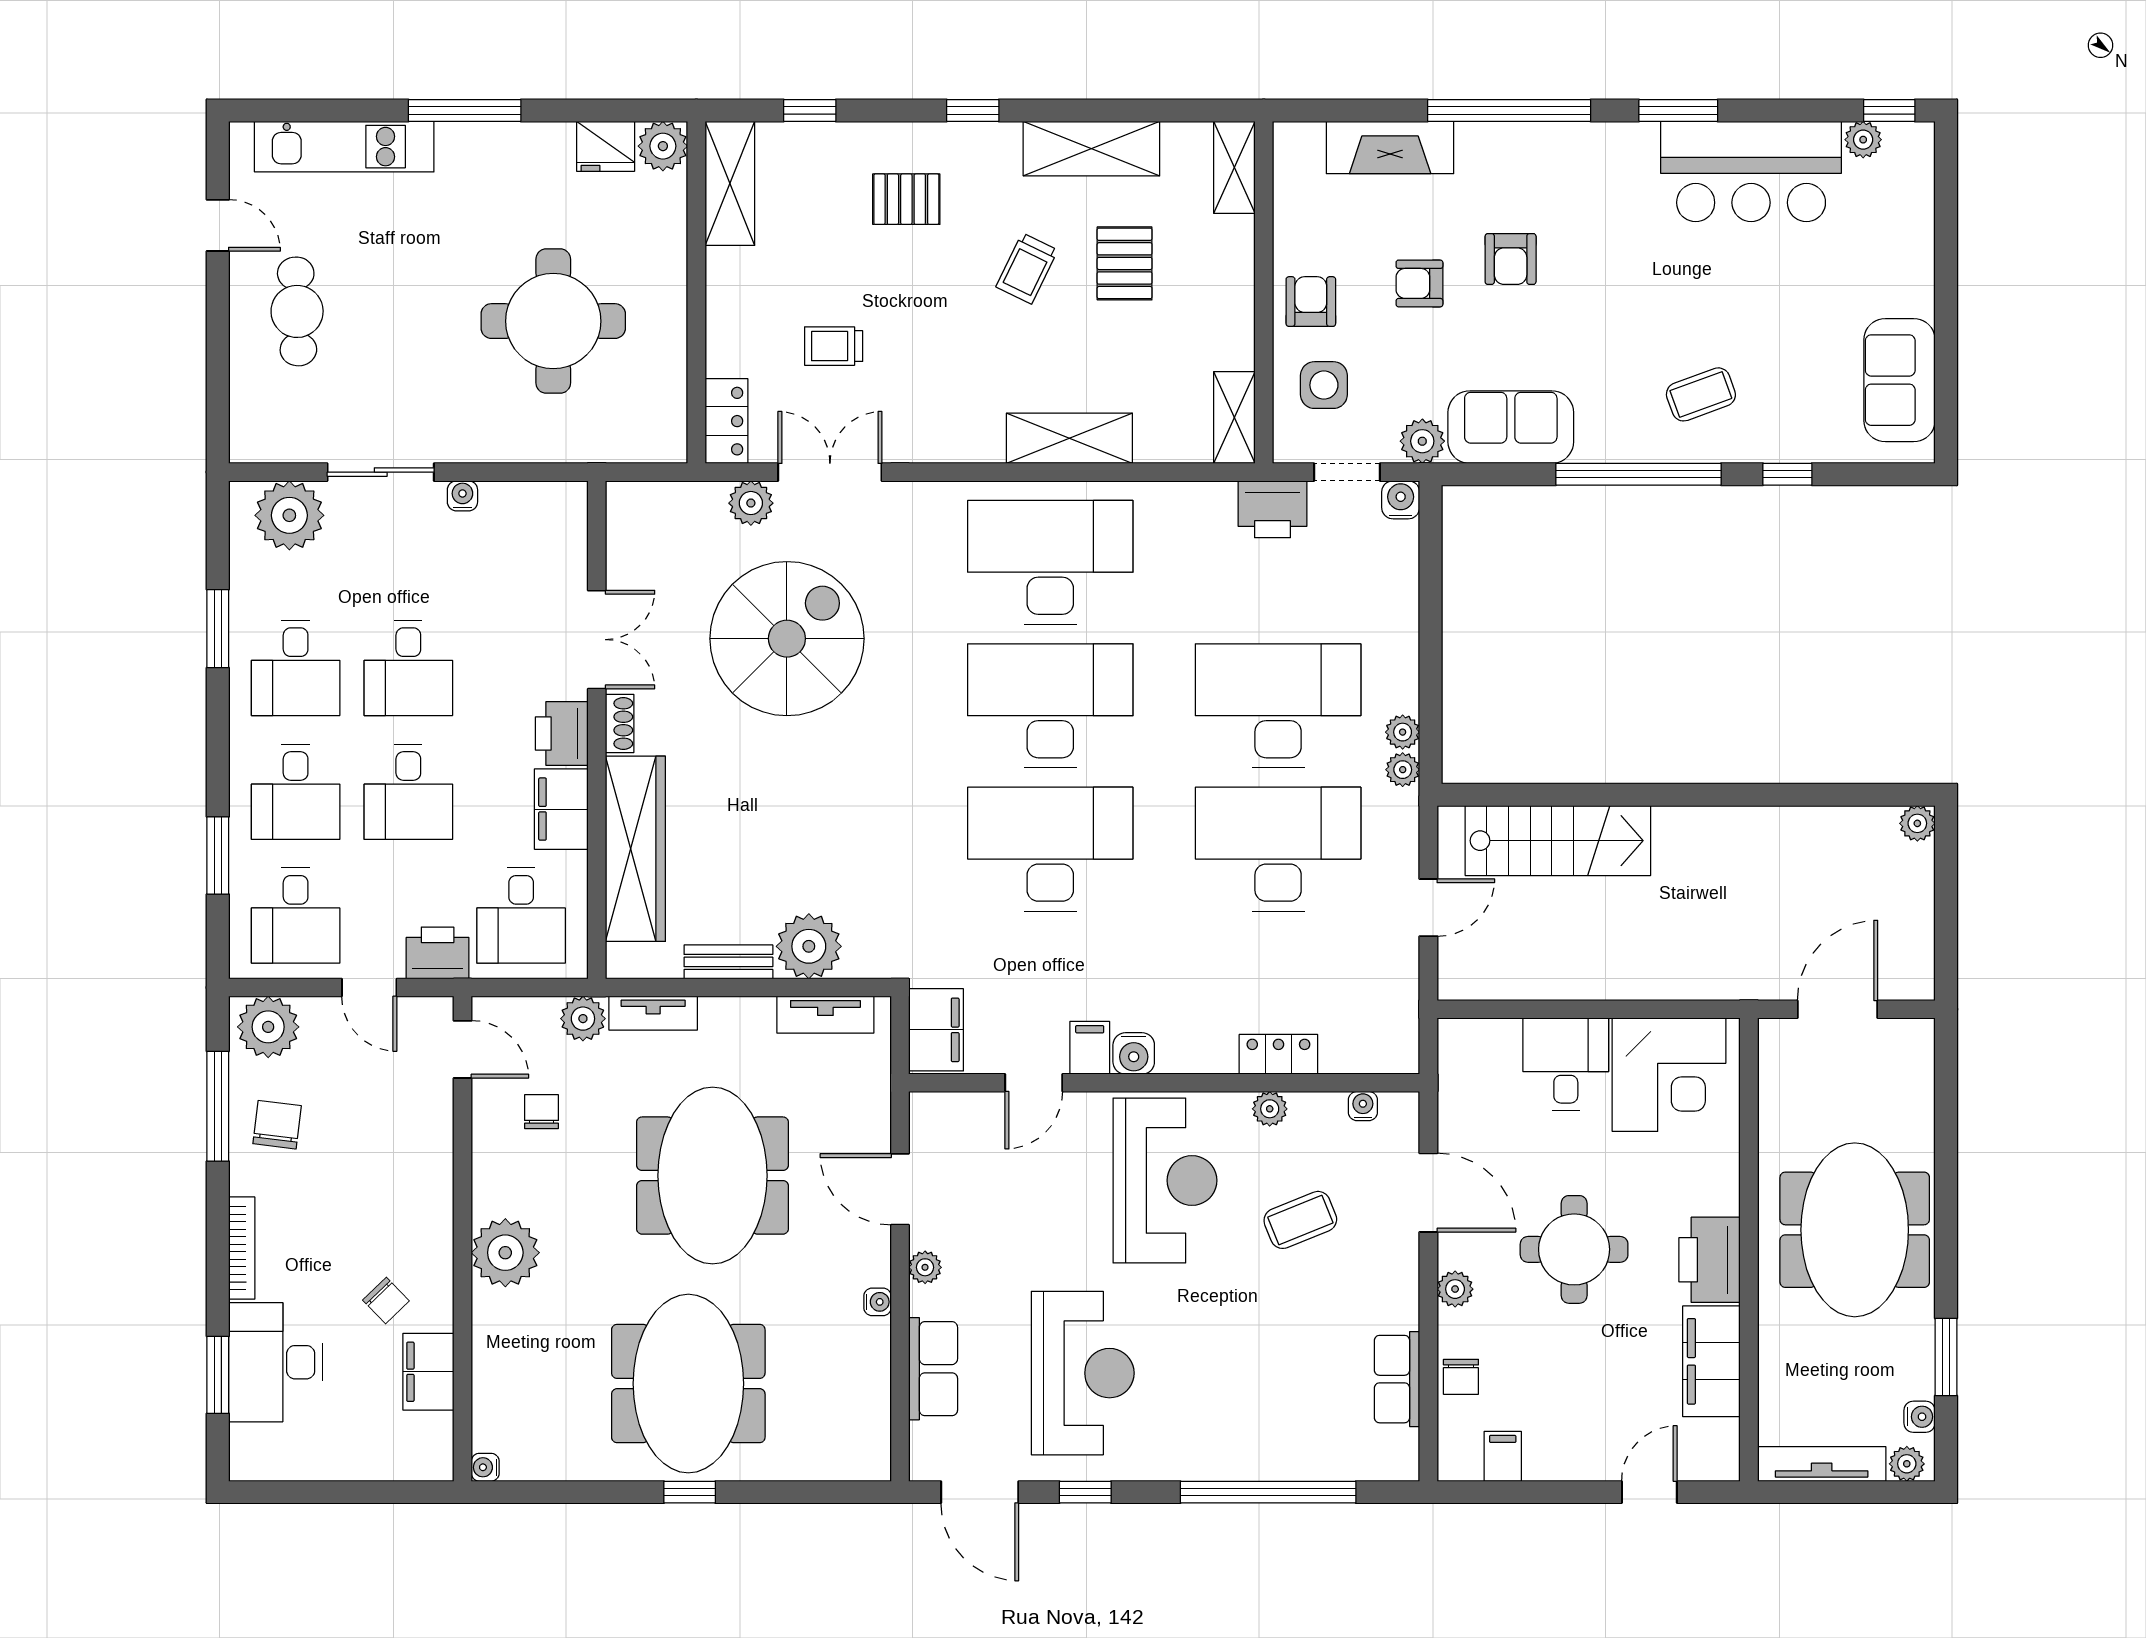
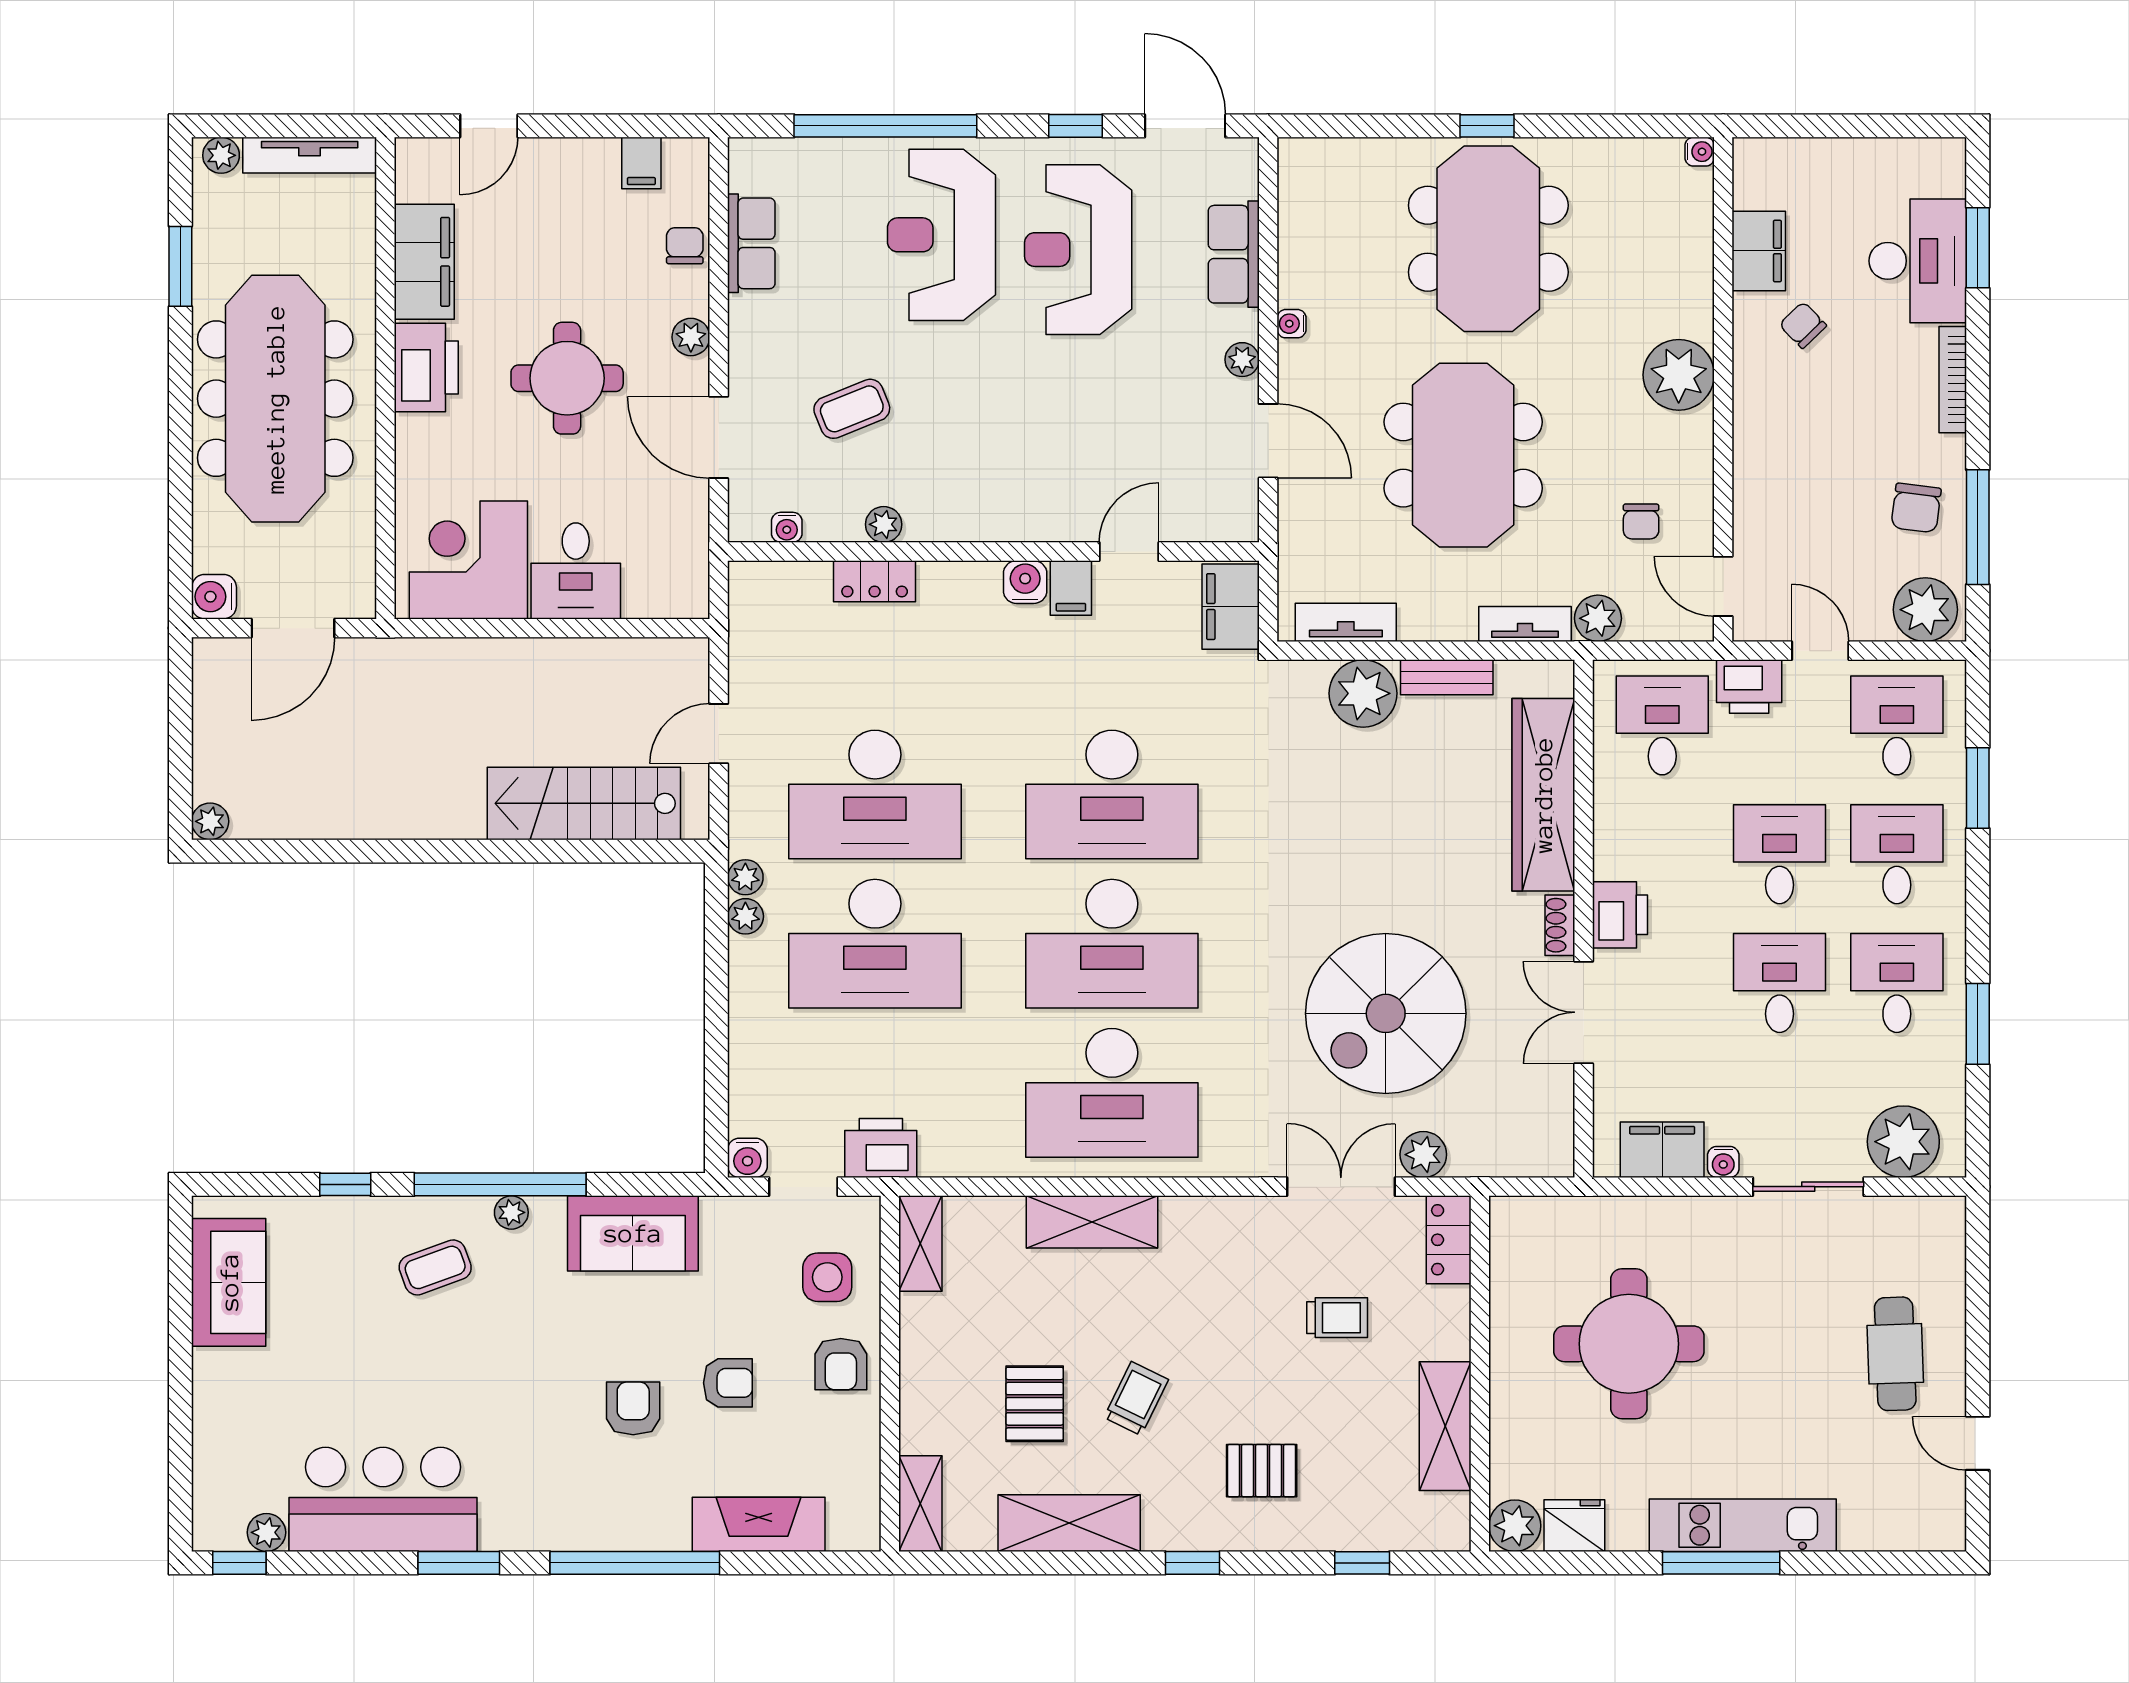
kitchen unit: (344, 147) -> (1743, 1525), moved
shelving: (730, 183) -> (1445, 1426), moved
plant: (1422, 441) -> (511, 1212), moved, width x0.73, depth x0.73
double door: (830, 472) -> (1341, 1187), swing flipped
filing cabinet: (561, 809) -> (1662, 1150), moved, turned -90
reception desk: (1165, 1180) -> (941, 235), moved
meeting table: (1855, 1230) -> (275, 399), width x1.36
water cooler: (1920, 1417) -> (214, 597), moved, width x1.38, depth x1.38

